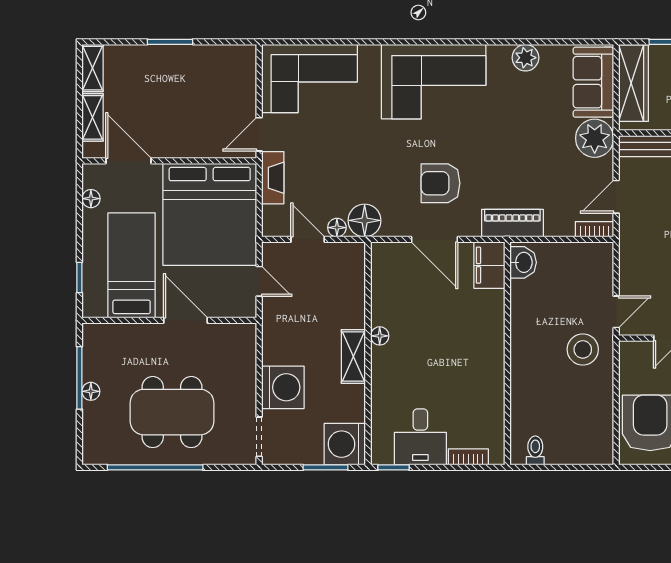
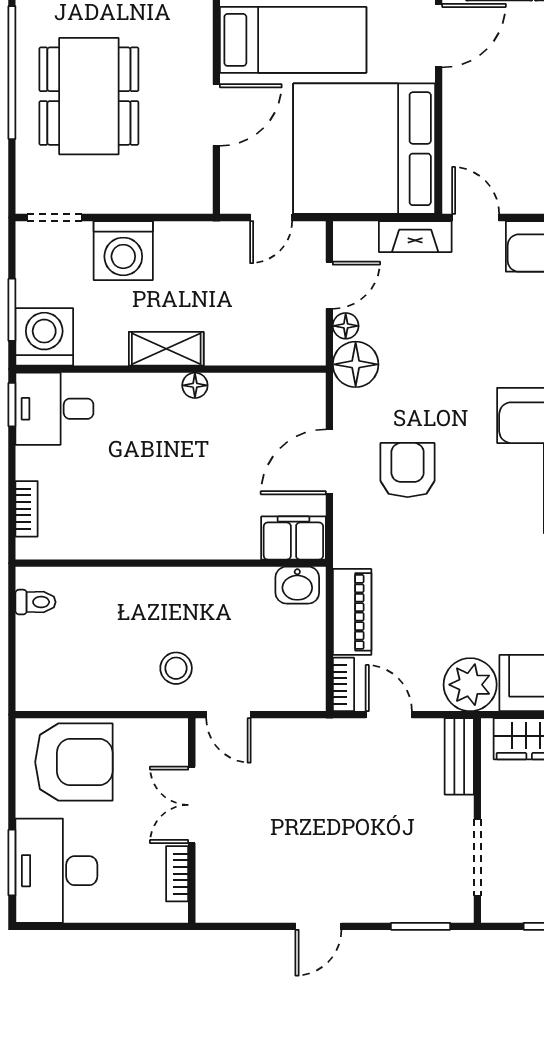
piano: (512, 223) -> (352, 612), moved
stool: (583, 349) -> (176, 668), width x0.73, depth x0.73
desk: (420, 437) -> (54, 409), moved

